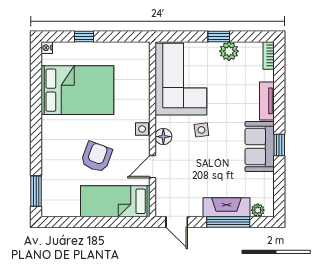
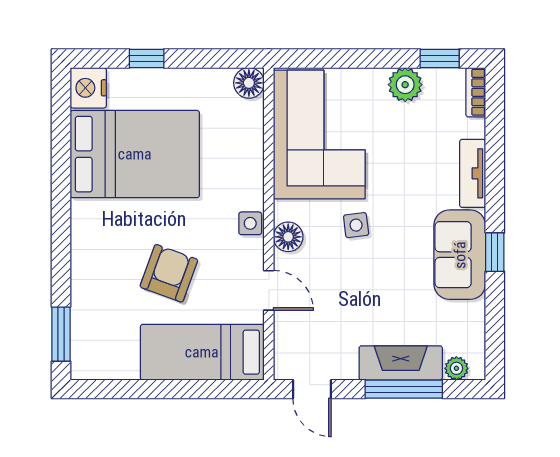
window: (219, 37) -> (440, 59), moved
nightstand: (47, 48) -> (88, 88), width x1.89, depth x1.79
floor lamp: (141, 50) -> (249, 83), added
door: (153, 167) -> (269, 290), swing flipped

